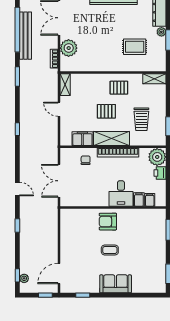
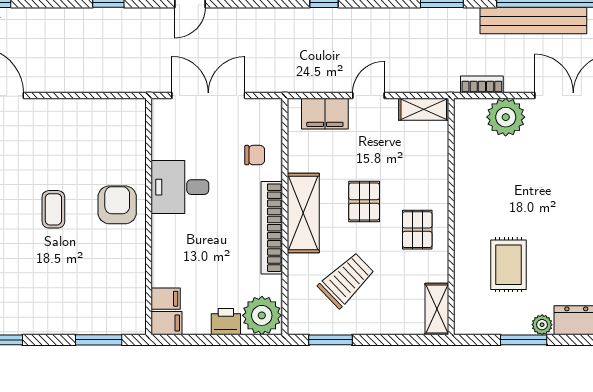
trolley: (141, 119) -> (346, 280), turned 136
filing cabinet: (82, 139) -> (325, 114), moved, turned 90
desk: (121, 194) -> (180, 187), moved
filing cabinet: (139, 199) -> (167, 323), moved

